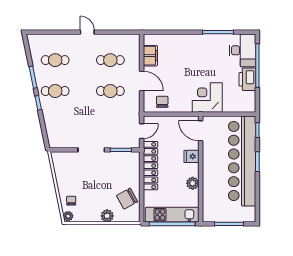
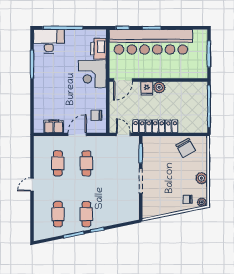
printer: (247, 79) -> (99, 49), moved, turned 90
plant: (193, 183) -> (159, 87), moved
kitchen unit: (172, 215) -> (200, 106), removed
plant: (107, 216) -> (201, 178), moved

